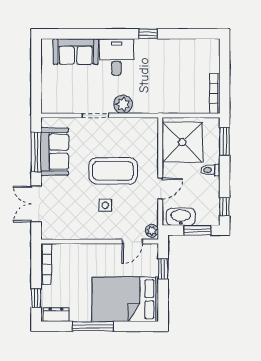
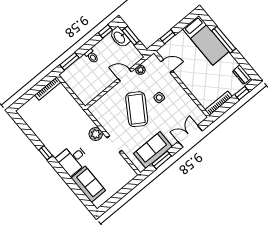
shower: (182, 142) -> (89, 84), removed
window: (36, 152) -> (162, 160), width x0.69
coffee table: (113, 171) -> (137, 109), turned 33
double door: (36, 204) -> (190, 136), swing flipped
washbasin: (181, 217) -> (120, 37), moved
plant: (152, 231) -> (140, 70), moved
bed: (125, 299) -> (206, 40), width x0.67
window: (93, 326) -> (224, 40), moved

